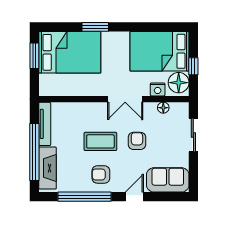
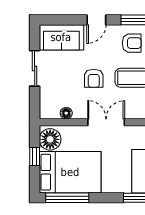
window: (162, 27) -> (67, 198), added
nightstand: (158, 89) -> (72, 132), removed
sliding door: (193, 135) -> (35, 68), moved

